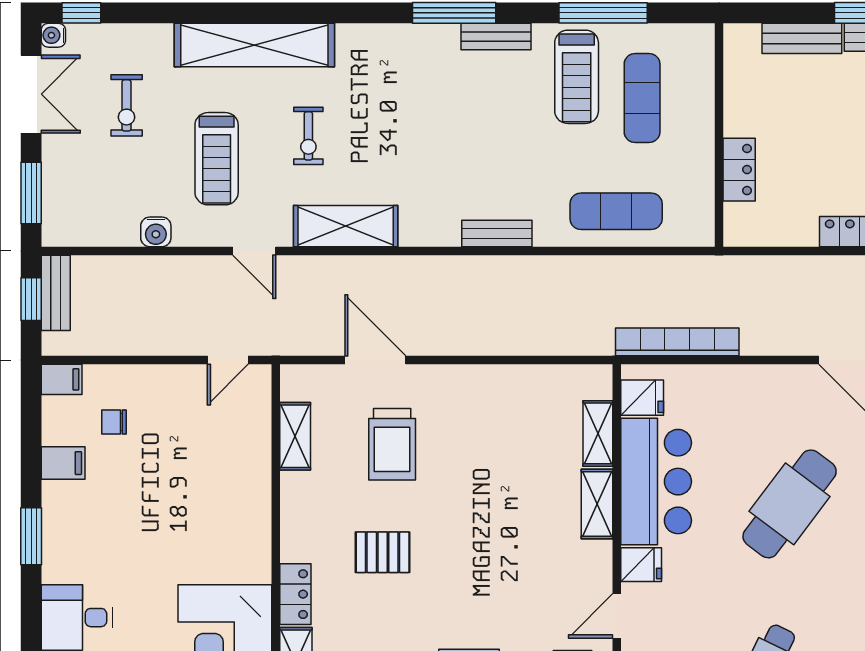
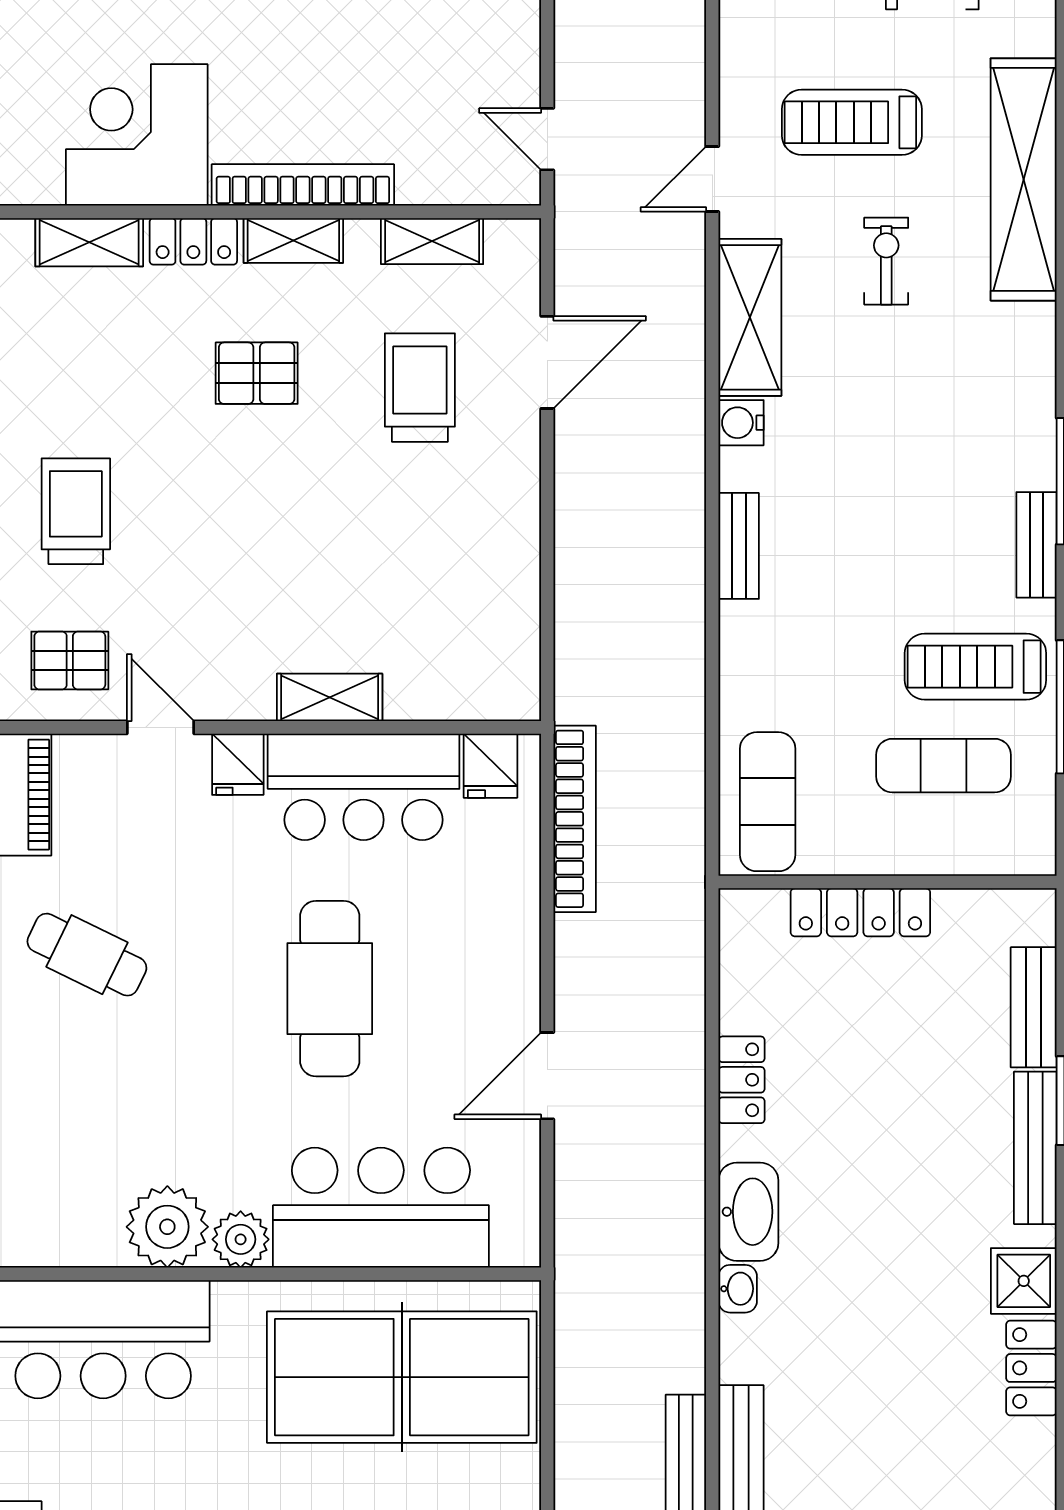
exercise bike: (308, 136) -> (886, 261), turned 90
locker: (739, 170) -> (860, 912), width x1.53
exercise mat: (616, 211) -> (768, 802), moved
water cooler: (156, 232) -> (741, 423), moved
shelving: (598, 433) -> (293, 240), moved
trolley: (392, 444) -> (420, 388), turned 90
cafe table: (790, 504) -> (330, 989), turned 53
bookcase: (258, 522) -> (303, 185), added
pallet: (383, 552) -> (257, 373), turned 90

